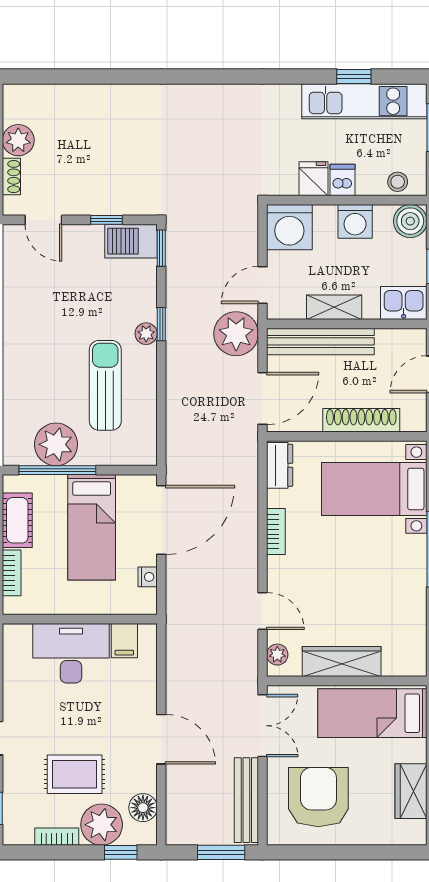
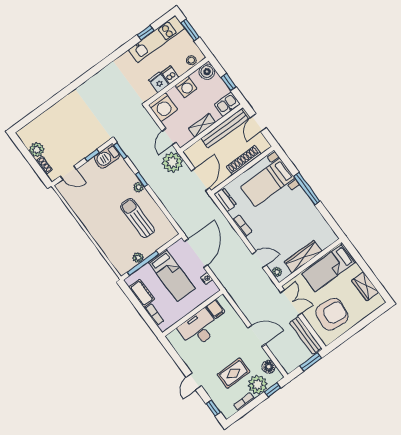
bench: (320, 341) -> (225, 128), moved
plant: (56, 444) -> (138, 258), width x0.53, depth x0.53
armchair: (318, 797) -> (332, 314), turned 97

